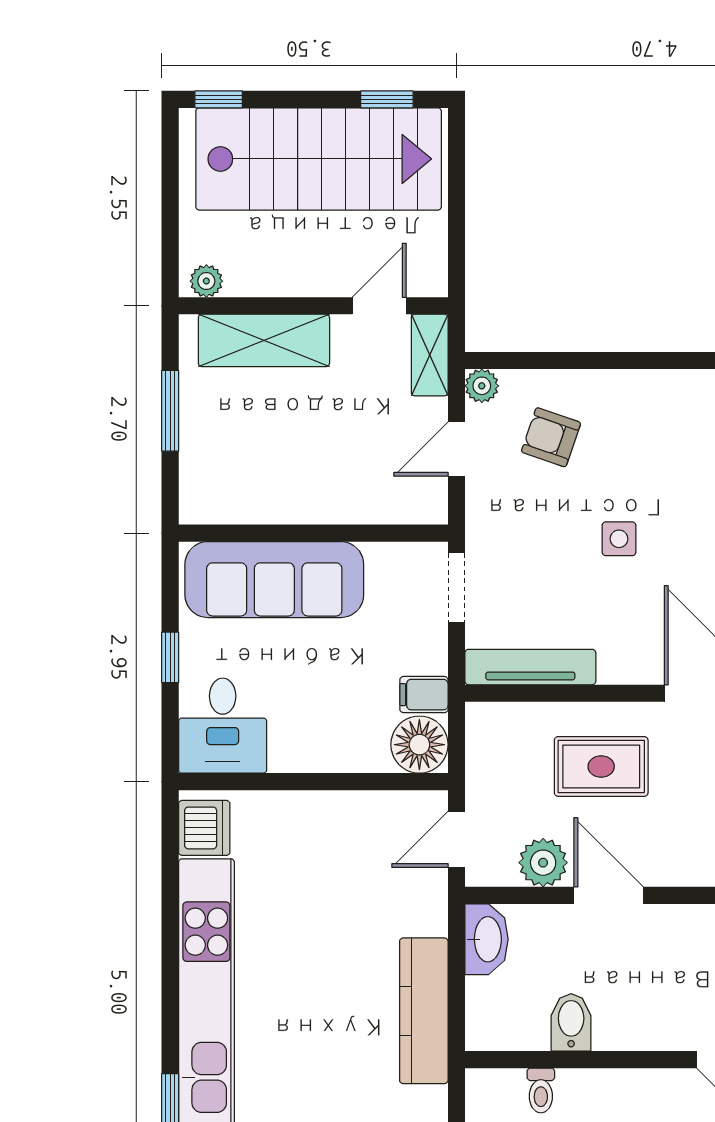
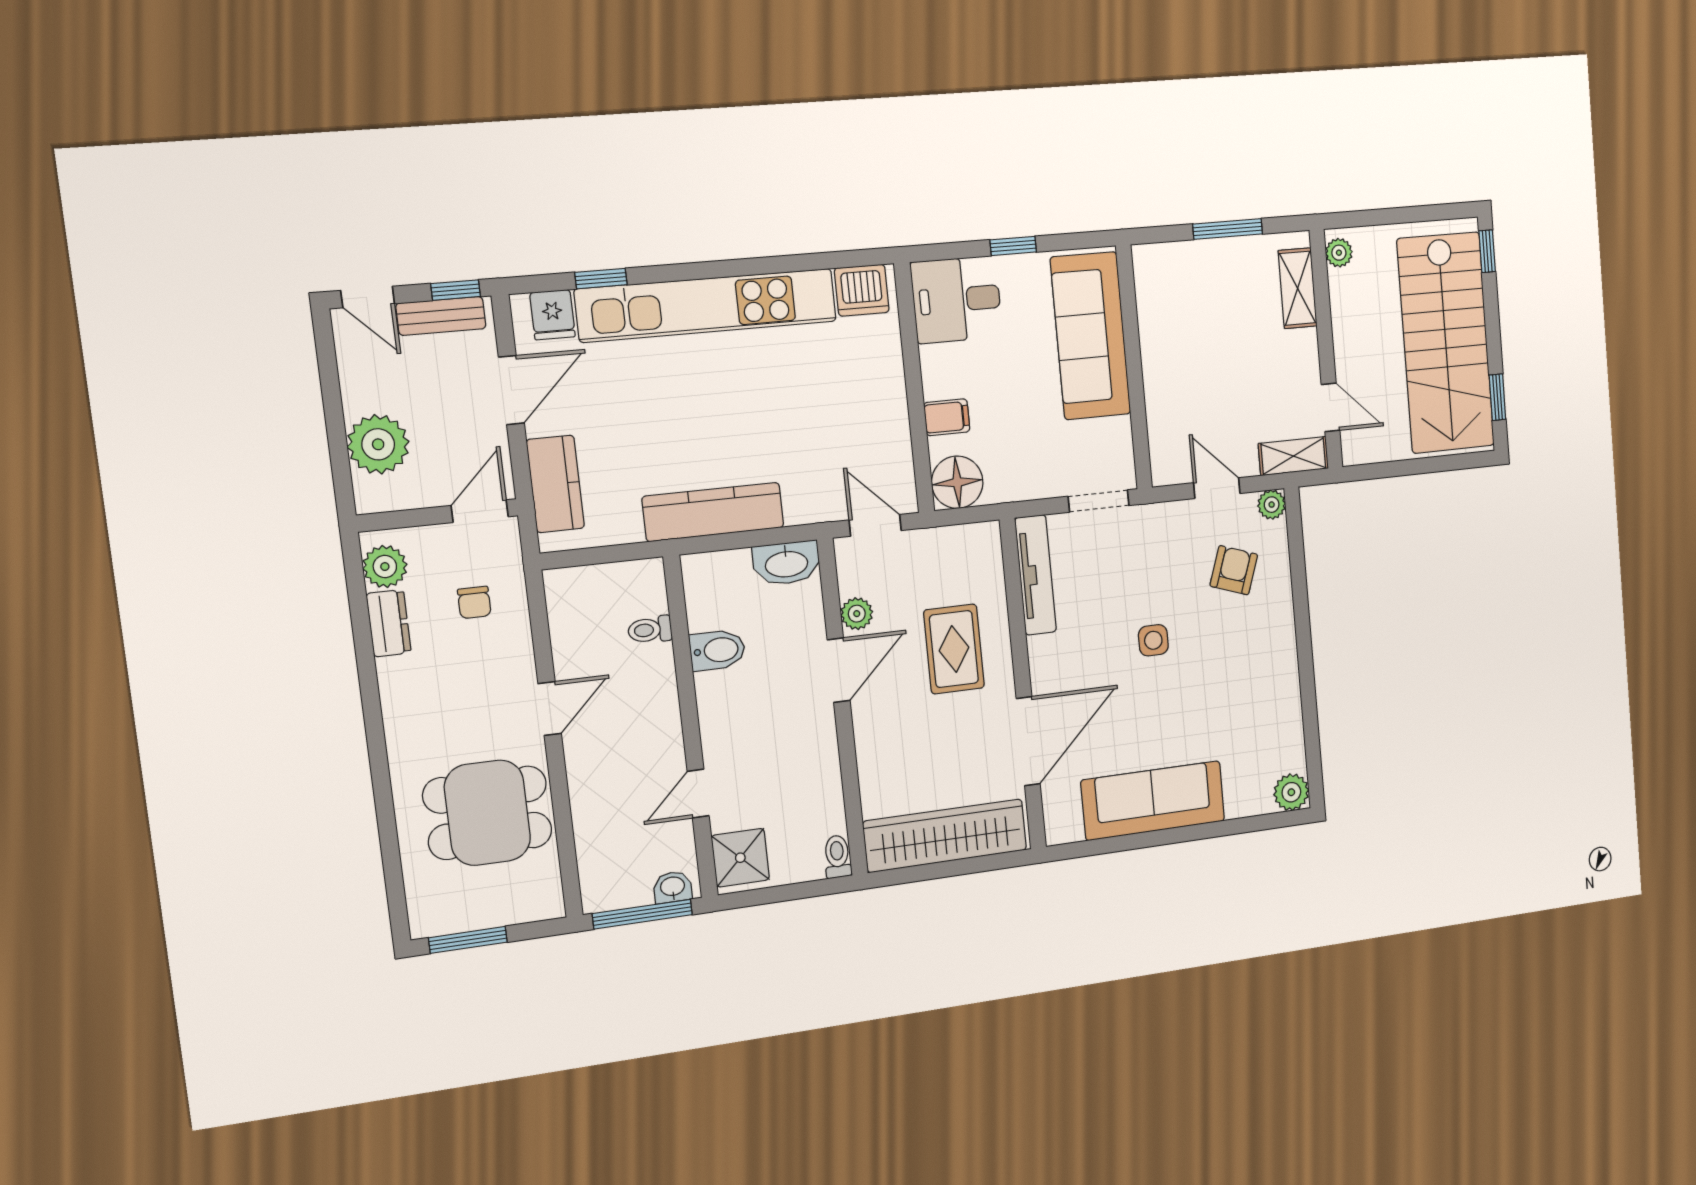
shelving: (264, 340) -> (1298, 288), width x0.67, depth x0.75
filing cabinet: (424, 695) -> (947, 417), moved, turned 90
plant: (543, 863) -> (857, 614), width x0.73, depth x0.73

